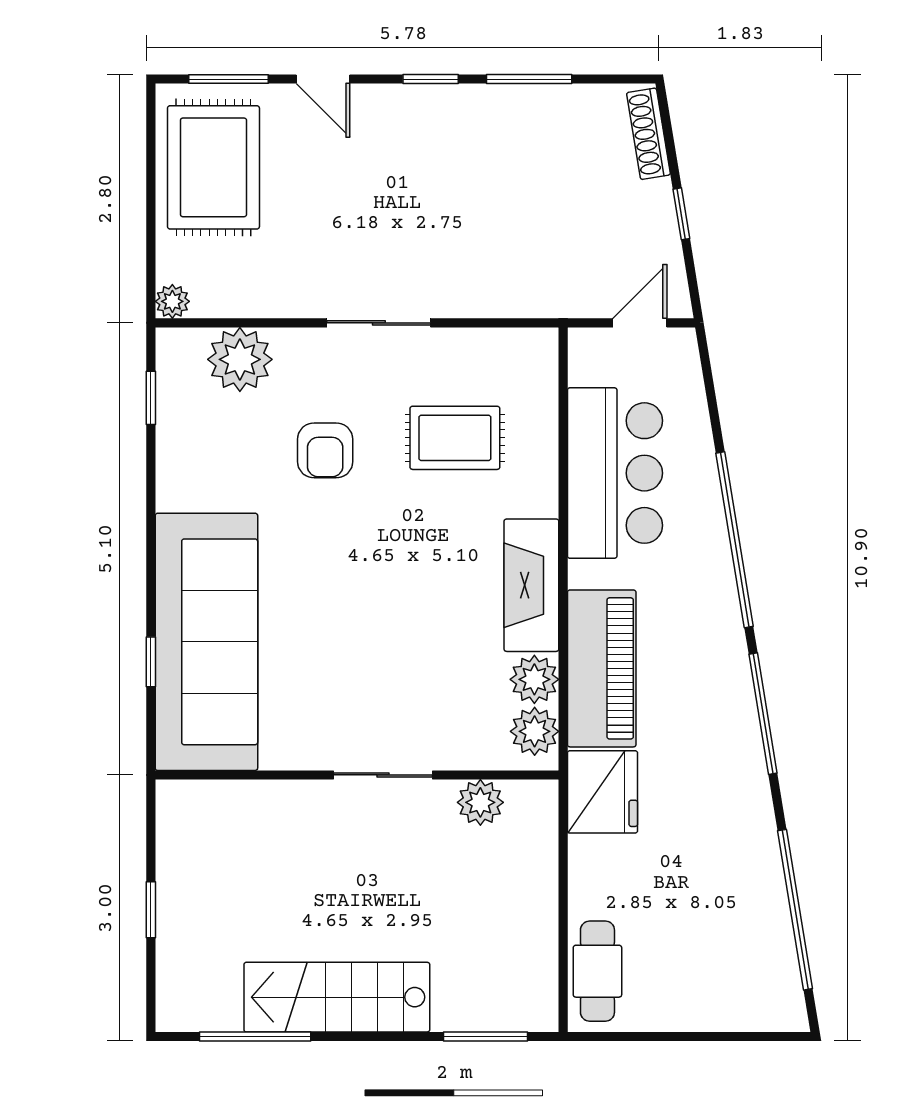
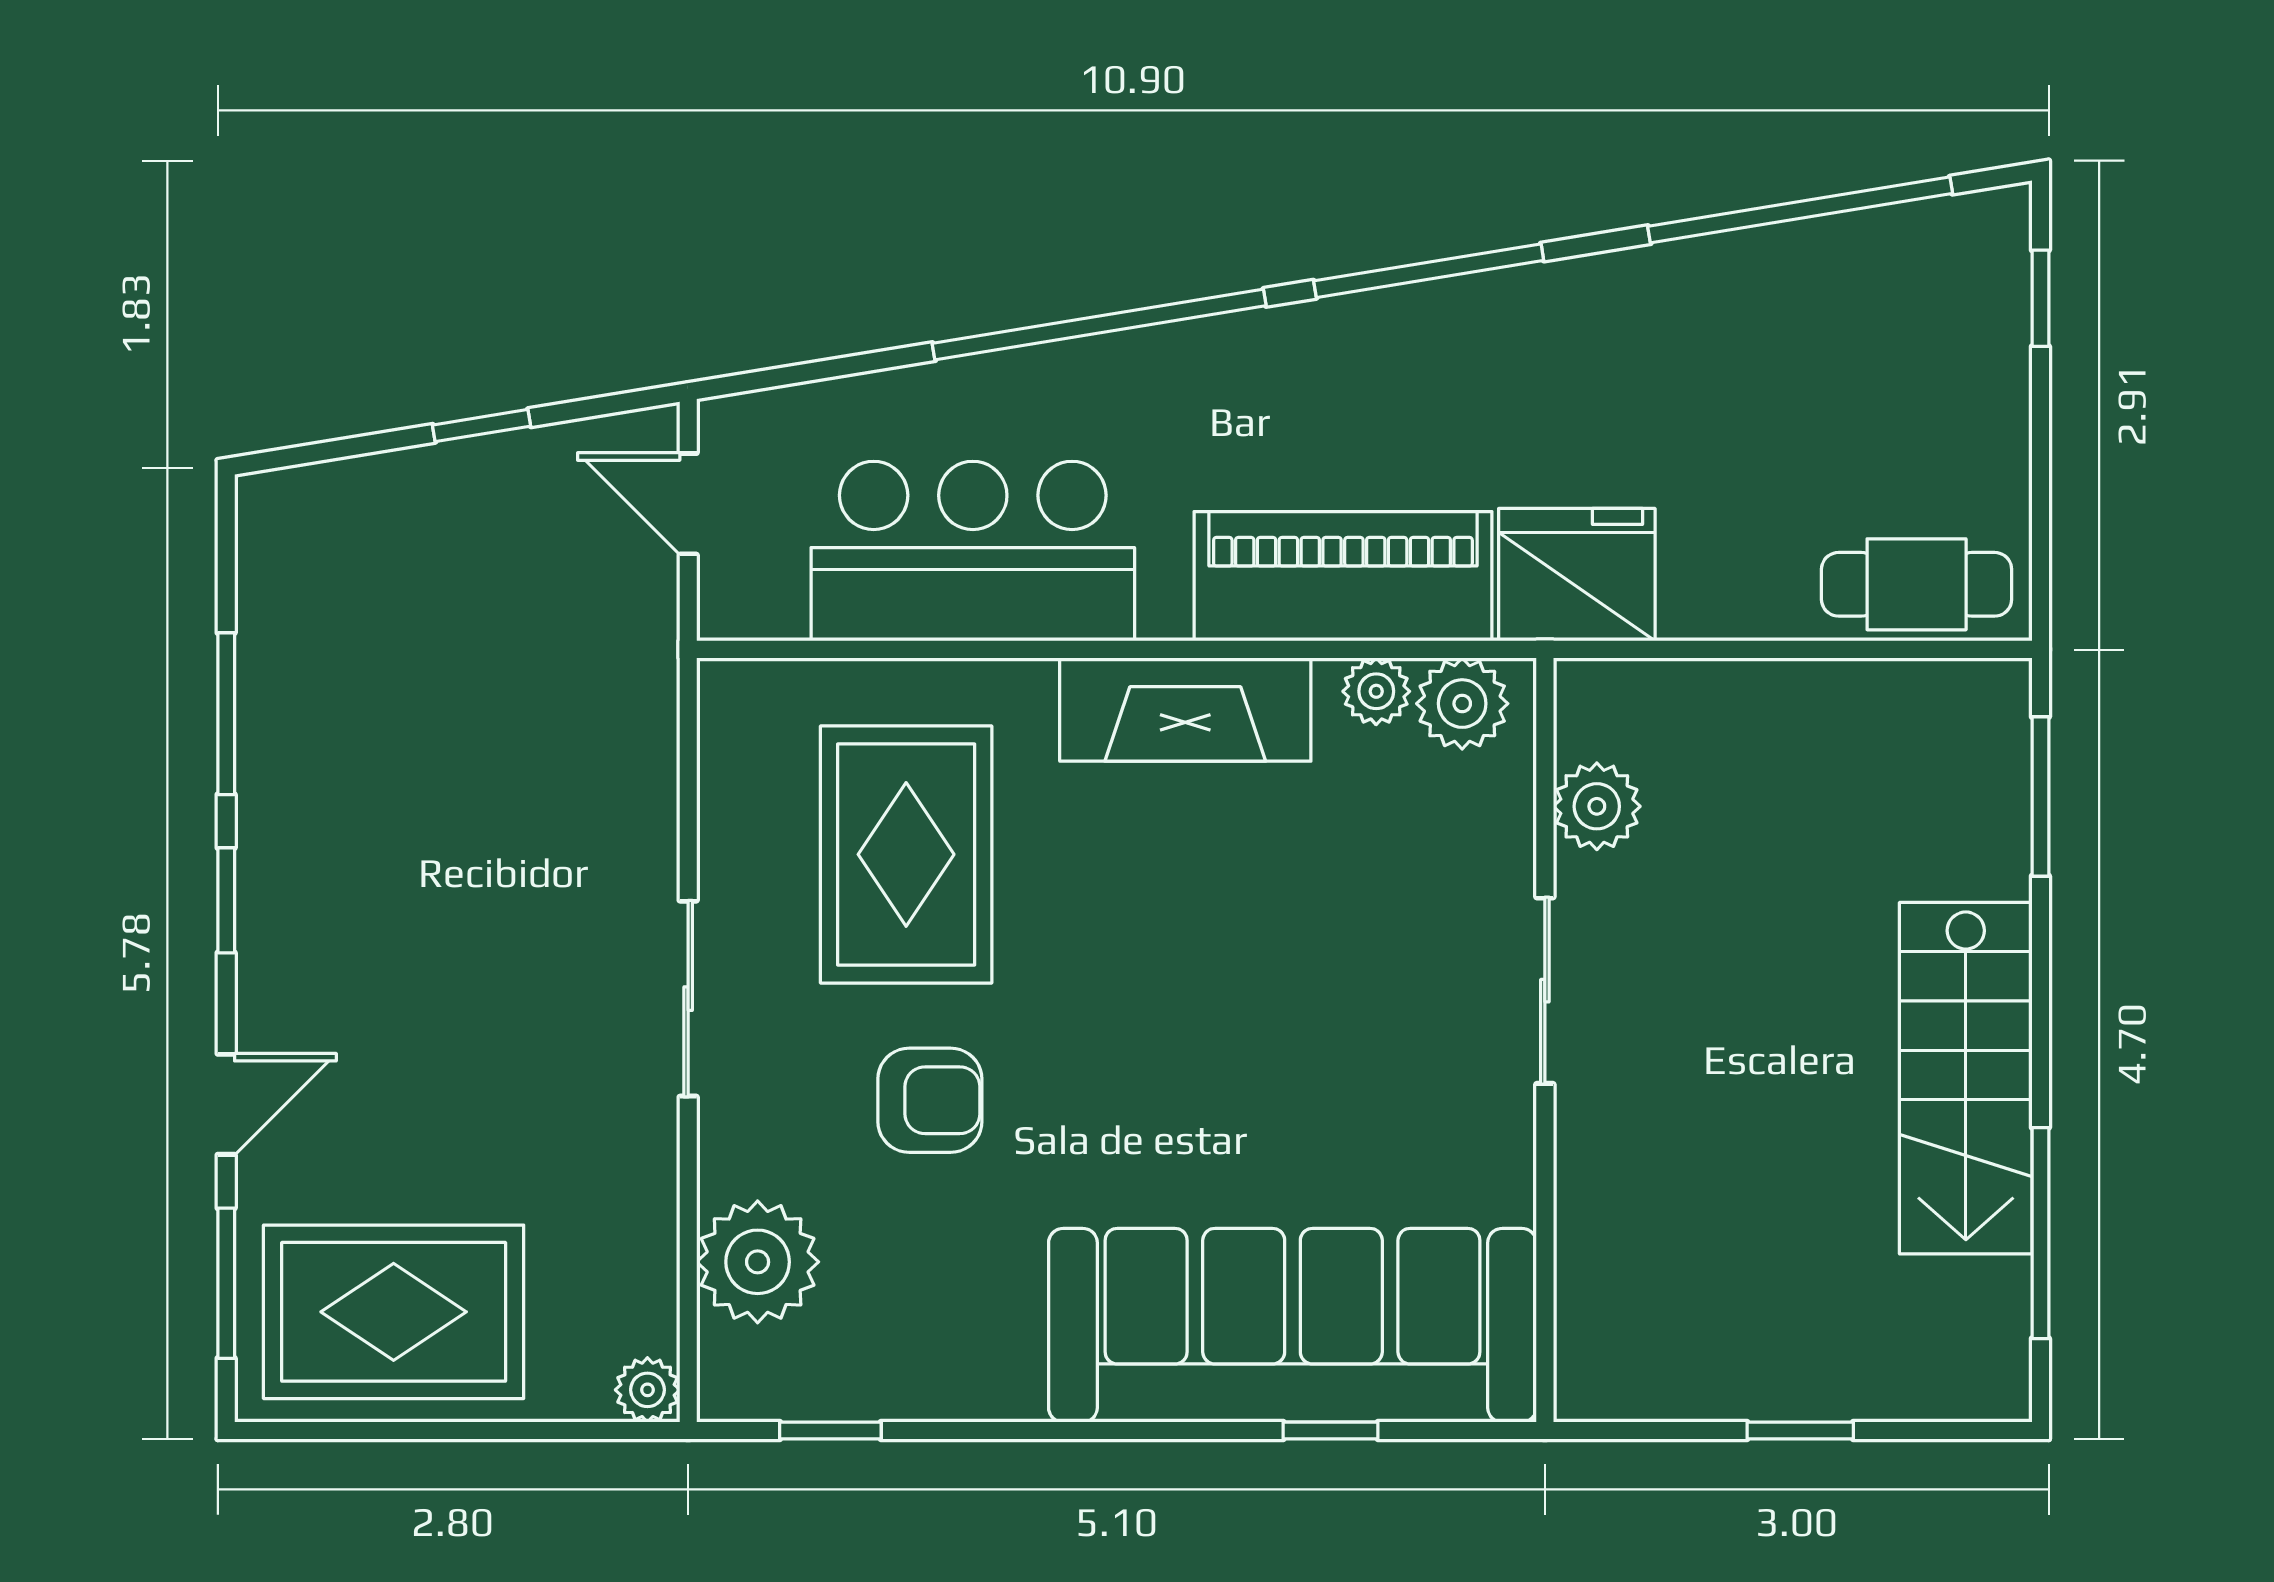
shoe rack: (648, 134) -> (330, 488), removed
rug: (455, 438) -> (906, 854), width x1.36, depth x1.43
plant: (534, 679) -> (1376, 691), width x0.73, depth x0.73
window: (748, 1037) -> (2040, 298), added

